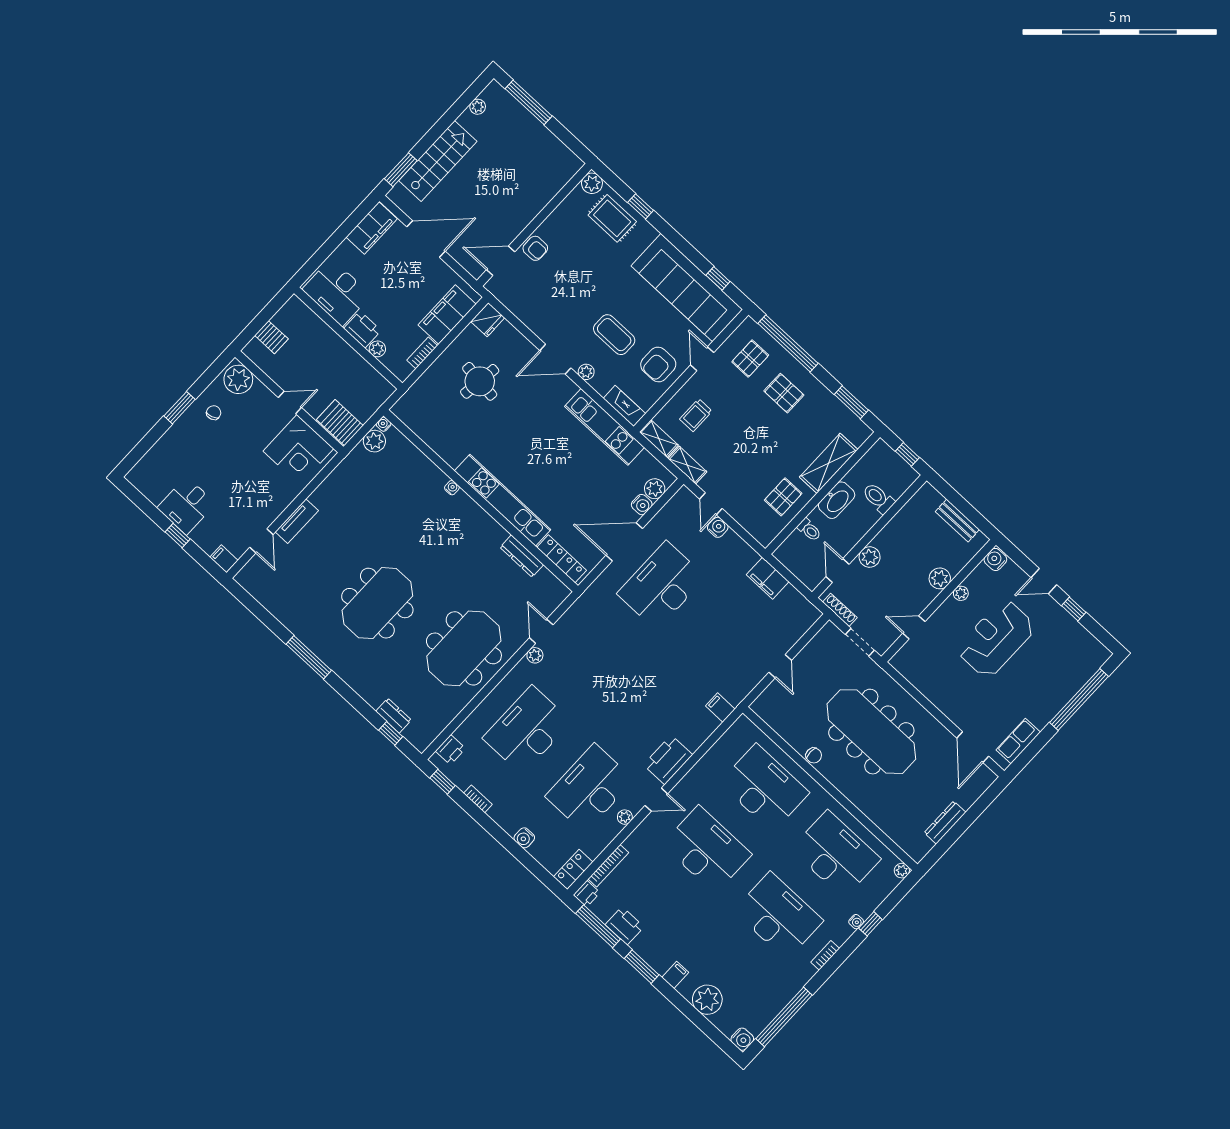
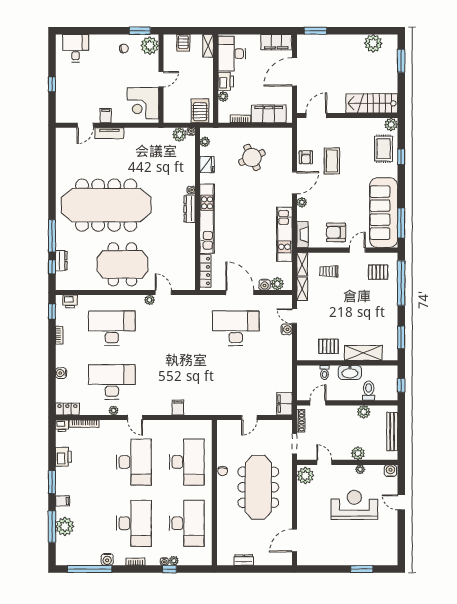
window: (529, 102) -> (401, 61), width x0.69
plant: (478, 107) -> (373, 43), width x1.87, depth x1.87
stairs: (438, 161) -> (372, 103), moved, turned 180
door: (426, 239) -> (294, 72), swing flipped
armchair: (535, 248) -> (306, 157), moved
door: (501, 261) -> (316, 116), hinge flipped
window: (718, 278) -> (401, 223), width x2.17
shelving: (302, 312) -> (208, 46), added
fridge: (488, 320) -> (207, 165), moved, turned -90
coffee table: (614, 335) -> (332, 161), moved
door: (555, 359) -> (294, 183), swing flipped
round table: (480, 381) -> (252, 157), turned -32
pallet: (784, 393) -> (377, 302), removed
door: (290, 403) -> (161, 79), hinge flipped
window: (180, 408) -> (140, 31), moved
plant: (410, 419) -> (205, 142), added
server rack: (340, 423) -> (200, 111), moved
door: (711, 504) -> (294, 316), hinge flipped
desk: (186, 506) -> (76, 48), moved, turned 90
bench: (957, 521) -> (392, 432), width x1.36
dresser: (522, 556) -> (190, 209), moved
plant: (870, 557) -> (364, 412), moved
filing cabinet: (224, 559) -> (106, 116), moved
filing cabinet: (768, 578) -> (284, 404), moved
meeting table: (377, 603) -> (106, 205), width x1.86, depth x1.27
window: (1074, 609) -> (401, 528), removed
door: (541, 631) -> (163, 293), hinge flipped
window: (309, 657) -> (52, 236), moved
plant: (909, 664) -> (305, 476), added
window: (1079, 699) -> (362, 569), width x0.47
filing cabinet: (720, 707) -> (178, 407), moved
row of seats: (1018, 741) -> (317, 559), removed
printer: (668, 760) -> (158, 406), removed
dresser: (945, 822) -> (244, 560), width x0.70
plant: (902, 871) -> (174, 561), moved
window: (598, 926) -> (52, 527), moved
water cooler: (742, 1039) -> (107, 559), moved

